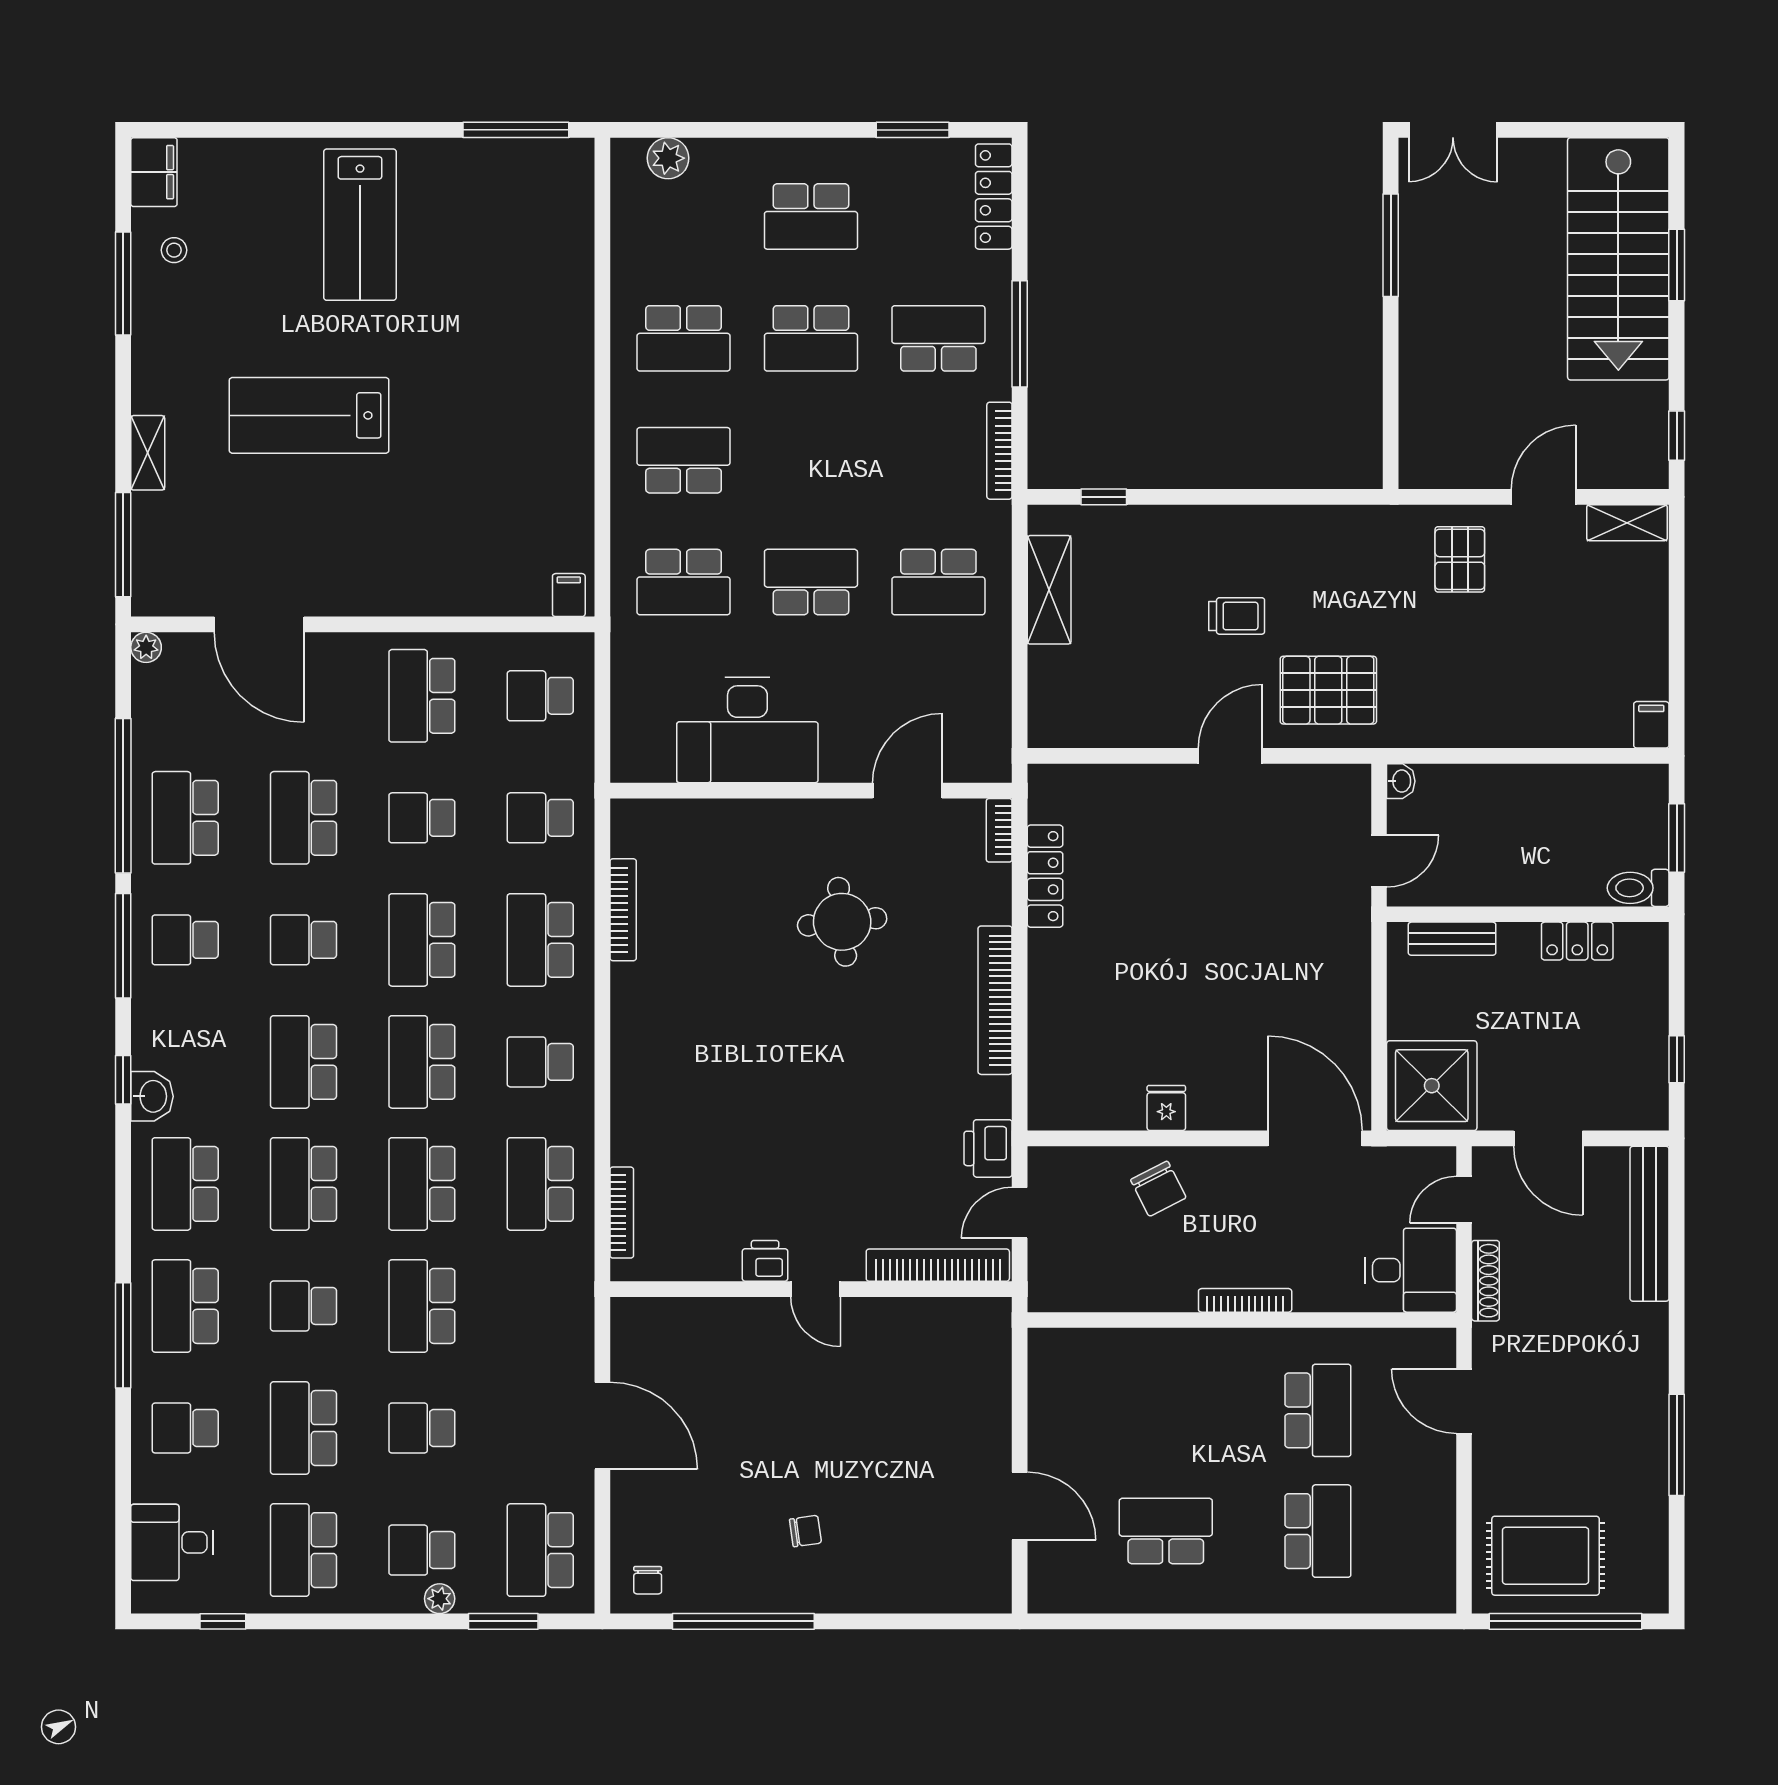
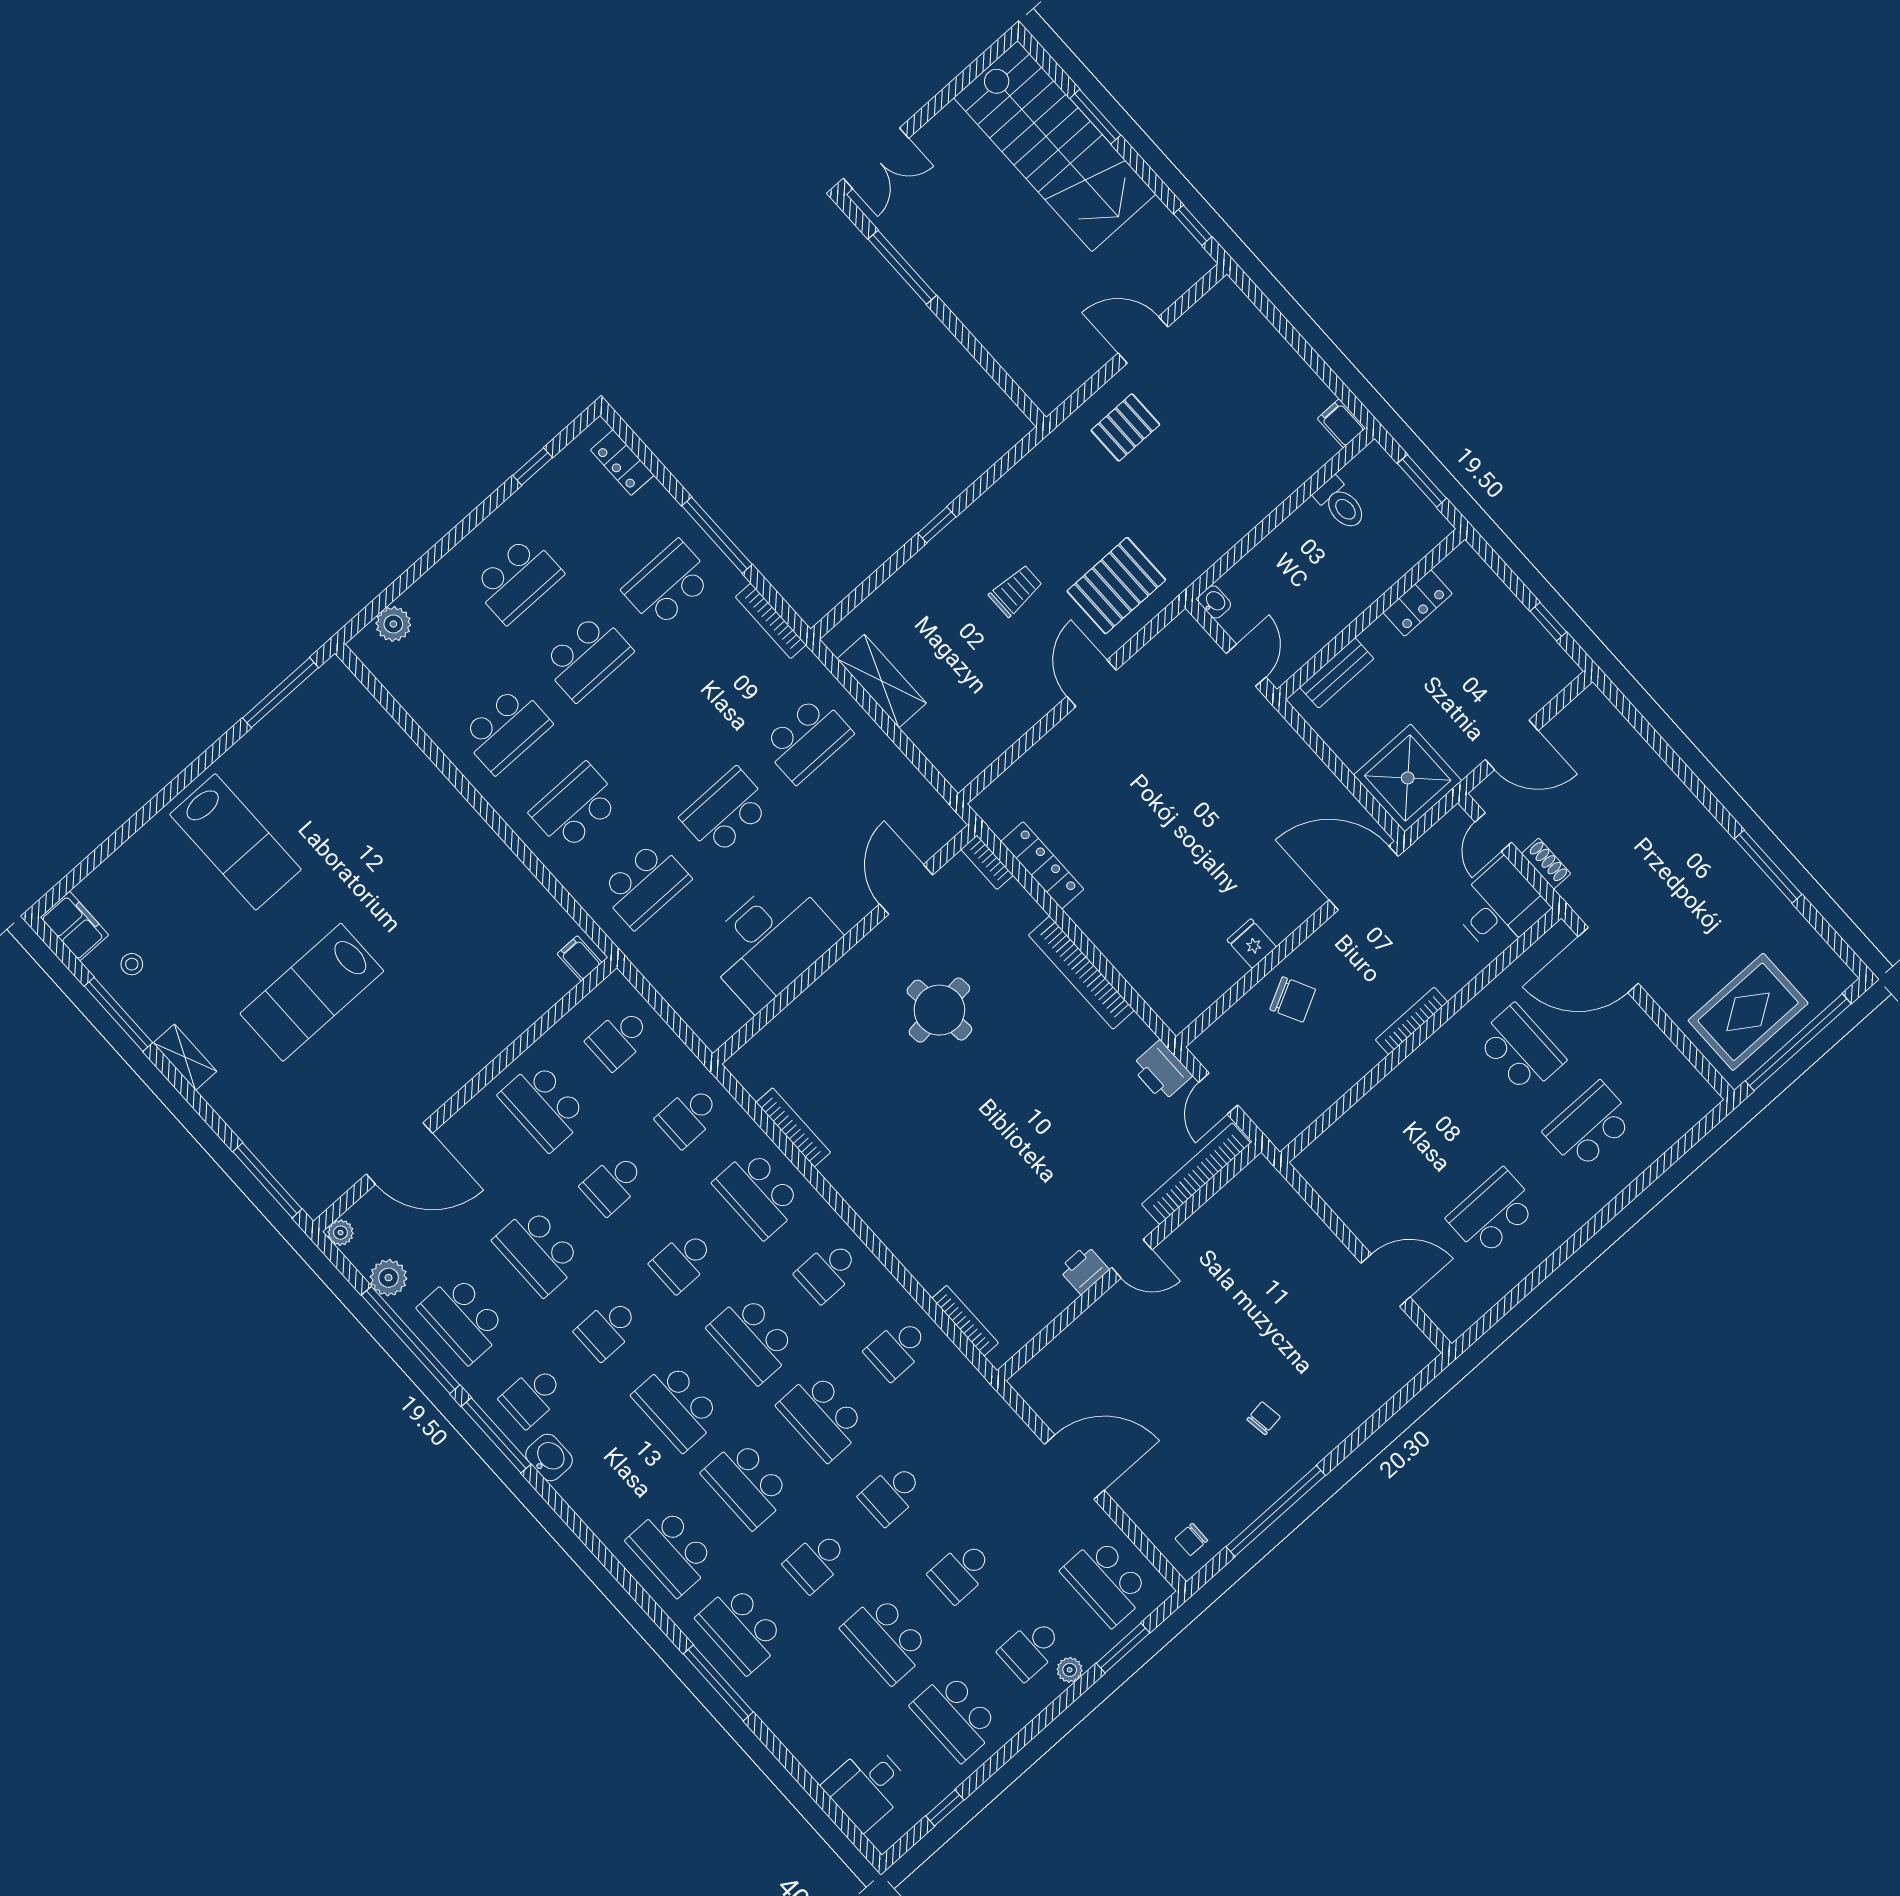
window: (913, 130) -> (533, 466), width x0.67
locker: (994, 197) -> (622, 463), width x0.66
shelving: (148, 453) -> (185, 1057), moved
window: (1104, 497) -> (937, 525), moved
door: (1543, 497) -> (1143, 340), hinge flipped
shelving: (1627, 523) -> (1211, 309), removed
pallet: (1460, 559) -> (1125, 427), turned 90
plant: (153, 724) -> (389, 1278), added
toilet: (1638, 888) -> (1341, 504), moved, turned -90
school desk: (422, 940) -> (683, 1261), width x0.54
window: (123, 1080) -> (573, 1521), removed
washbasin: (152, 1096) -> (549, 1457), moved
school desk: (540, 1184) -> (897, 1349), width x0.54
bench: (1650, 1224) -> (1625, 742), removed
shoe rack: (1485, 1281) -> (1546, 864), width x0.70
school desk: (422, 1306) -> (891, 1494), width x0.54
door: (1464, 1401) -> (1608, 960), width x1.36
school desk: (185, 1428) -> (811, 1706), removed
school desk: (1318, 1531) -> (1589, 1126), turned -90
chair: (648, 1580) -> (1191, 1539), turned 90

